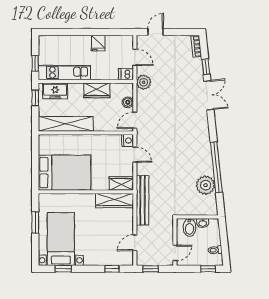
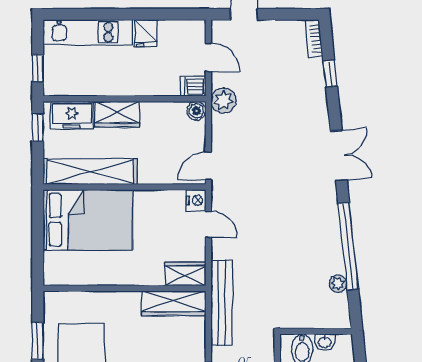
kitchen unit: (64, 72) -> (88, 32), moved, turned 180
wardrobe: (97, 90) -> (117, 114), moved
double door: (209, 95) -> (339, 156), moved
boiler: (128, 102) -> (196, 111), moved
bed: (64, 173) -> (88, 220), moved
plant: (205, 185) -> (338, 284), width x0.53, depth x0.53

